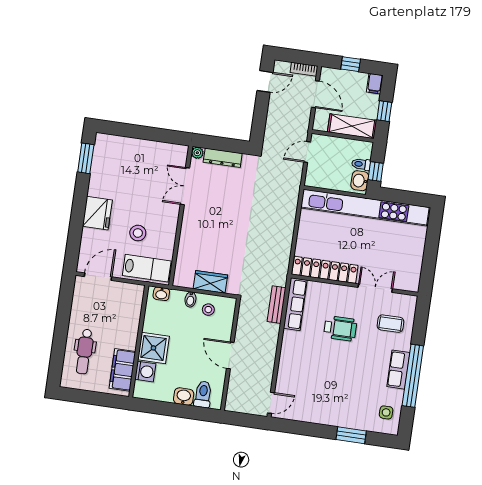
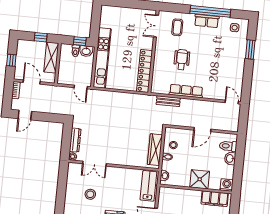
door: (265, 81) -> (25, 115), swing flipped
filing cabinet: (375, 84) -> (23, 44), removed
door: (315, 94) -> (32, 82), hinge flipped
door: (307, 152) -> (81, 87), moved
kitchen unit: (365, 208) -> (102, 58), width x0.73
stool: (138, 233) -> (90, 194), moved
wardrobe: (210, 282) -> (155, 150), width x1.50
double door: (375, 288) -> (156, 26), moved
row of seats: (295, 304) -> (186, 91), moved
washing machine: (145, 372) -> (227, 185), moved

